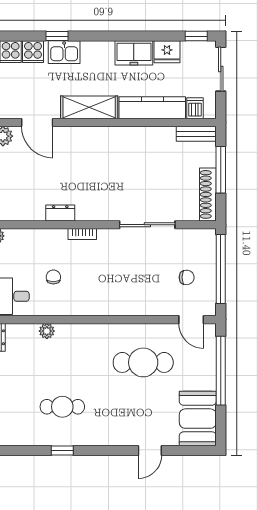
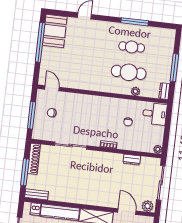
dresser: (60, 213) -> (132, 160), moved
window: (221, 269) -> (32, 115), width x0.68
cafe table: (143, 362) -> (129, 72), moved
window: (221, 371) -> (40, 42), moved
window: (62, 451) -> (135, 22), width x2.17

